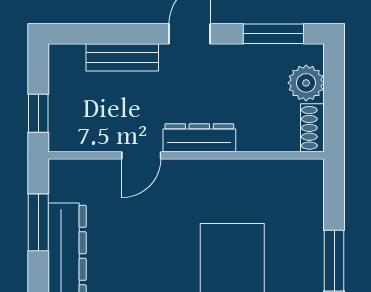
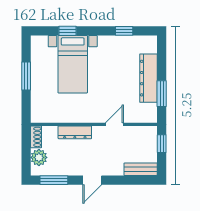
bench: (122, 57) -> (141, 169), moved
dresser: (199, 138) -> (75, 132), moved

